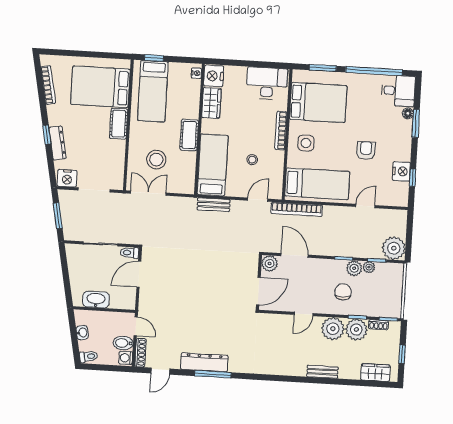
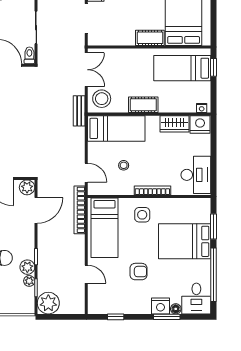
bed: (318, 102) -> (185, 241), moved, turned 90
stool: (156, 160) -> (102, 99), moved
nightstand: (401, 171) -> (160, 306), moved
bench: (214, 205) -> (79, 111), moved

